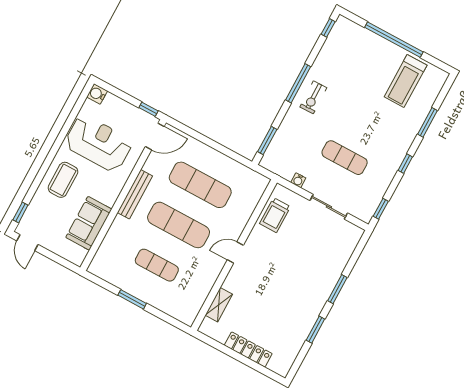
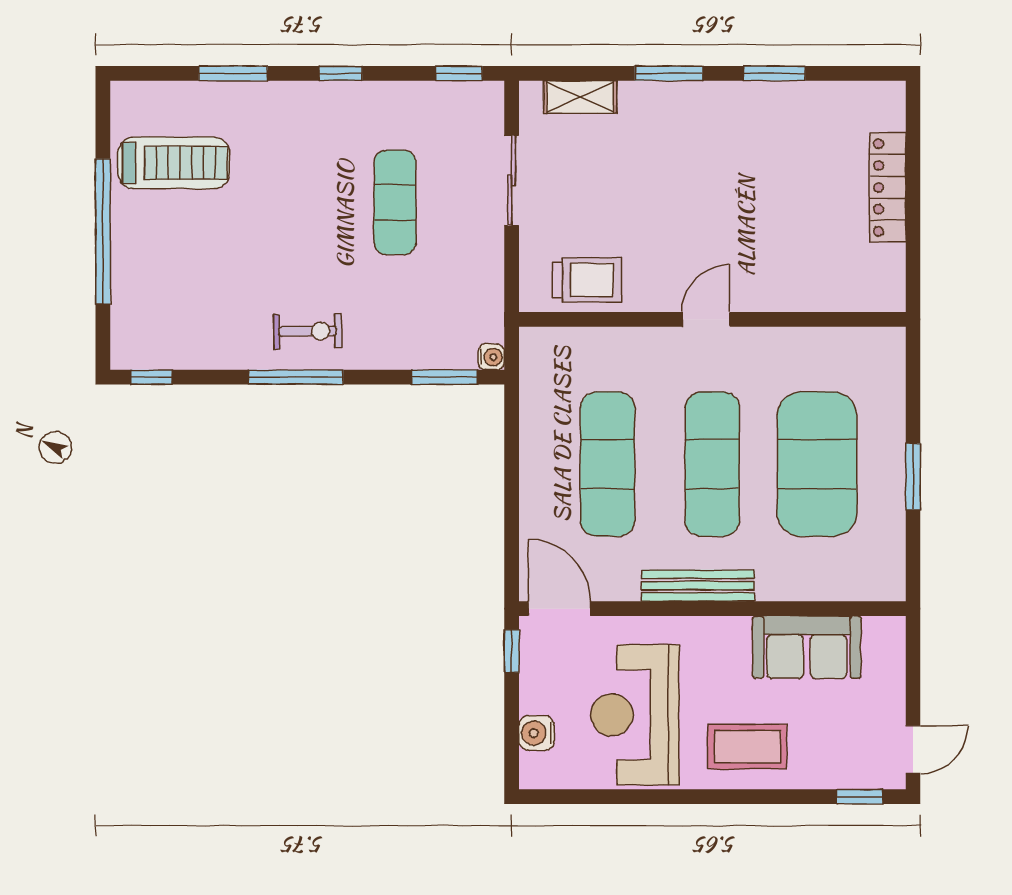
water cooler: (97, 94) -> (537, 733), moved, turned 90
water cooler: (298, 180) -> (491, 357), moved
door: (235, 253) -> (706, 319), swing flipped
exercise mat: (157, 265) -> (817, 464), width x2.00, depth x1.45
shelving: (219, 305) -> (580, 97), moved

